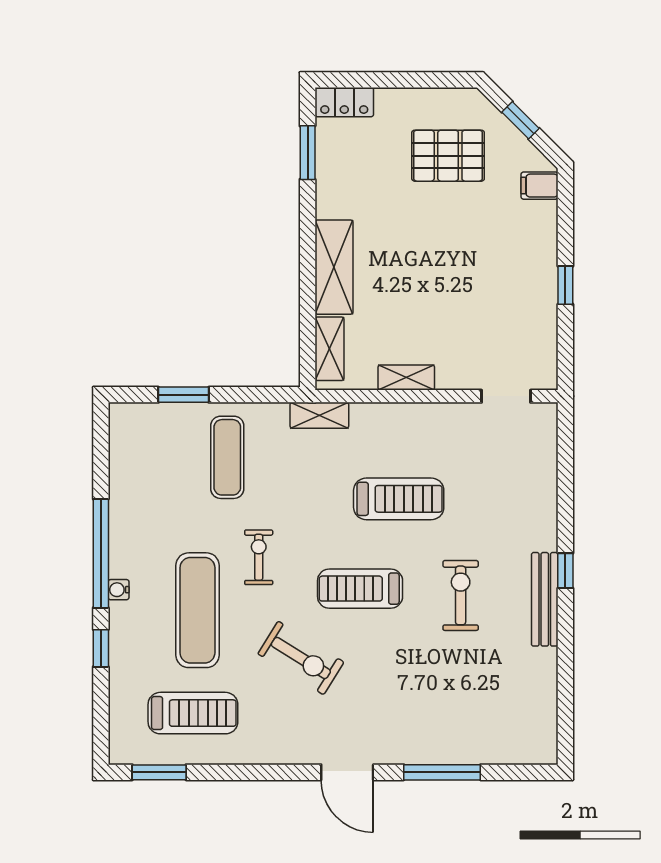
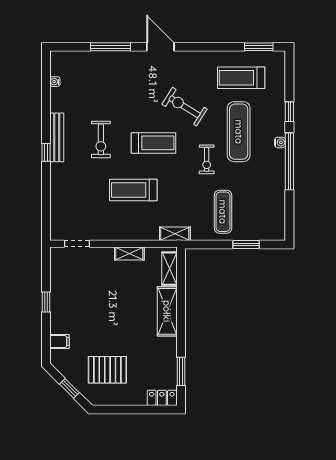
filing cabinet: (540, 186) -> (59, 342), moved
water cooler: (548, 706) -> (55, 82), added

